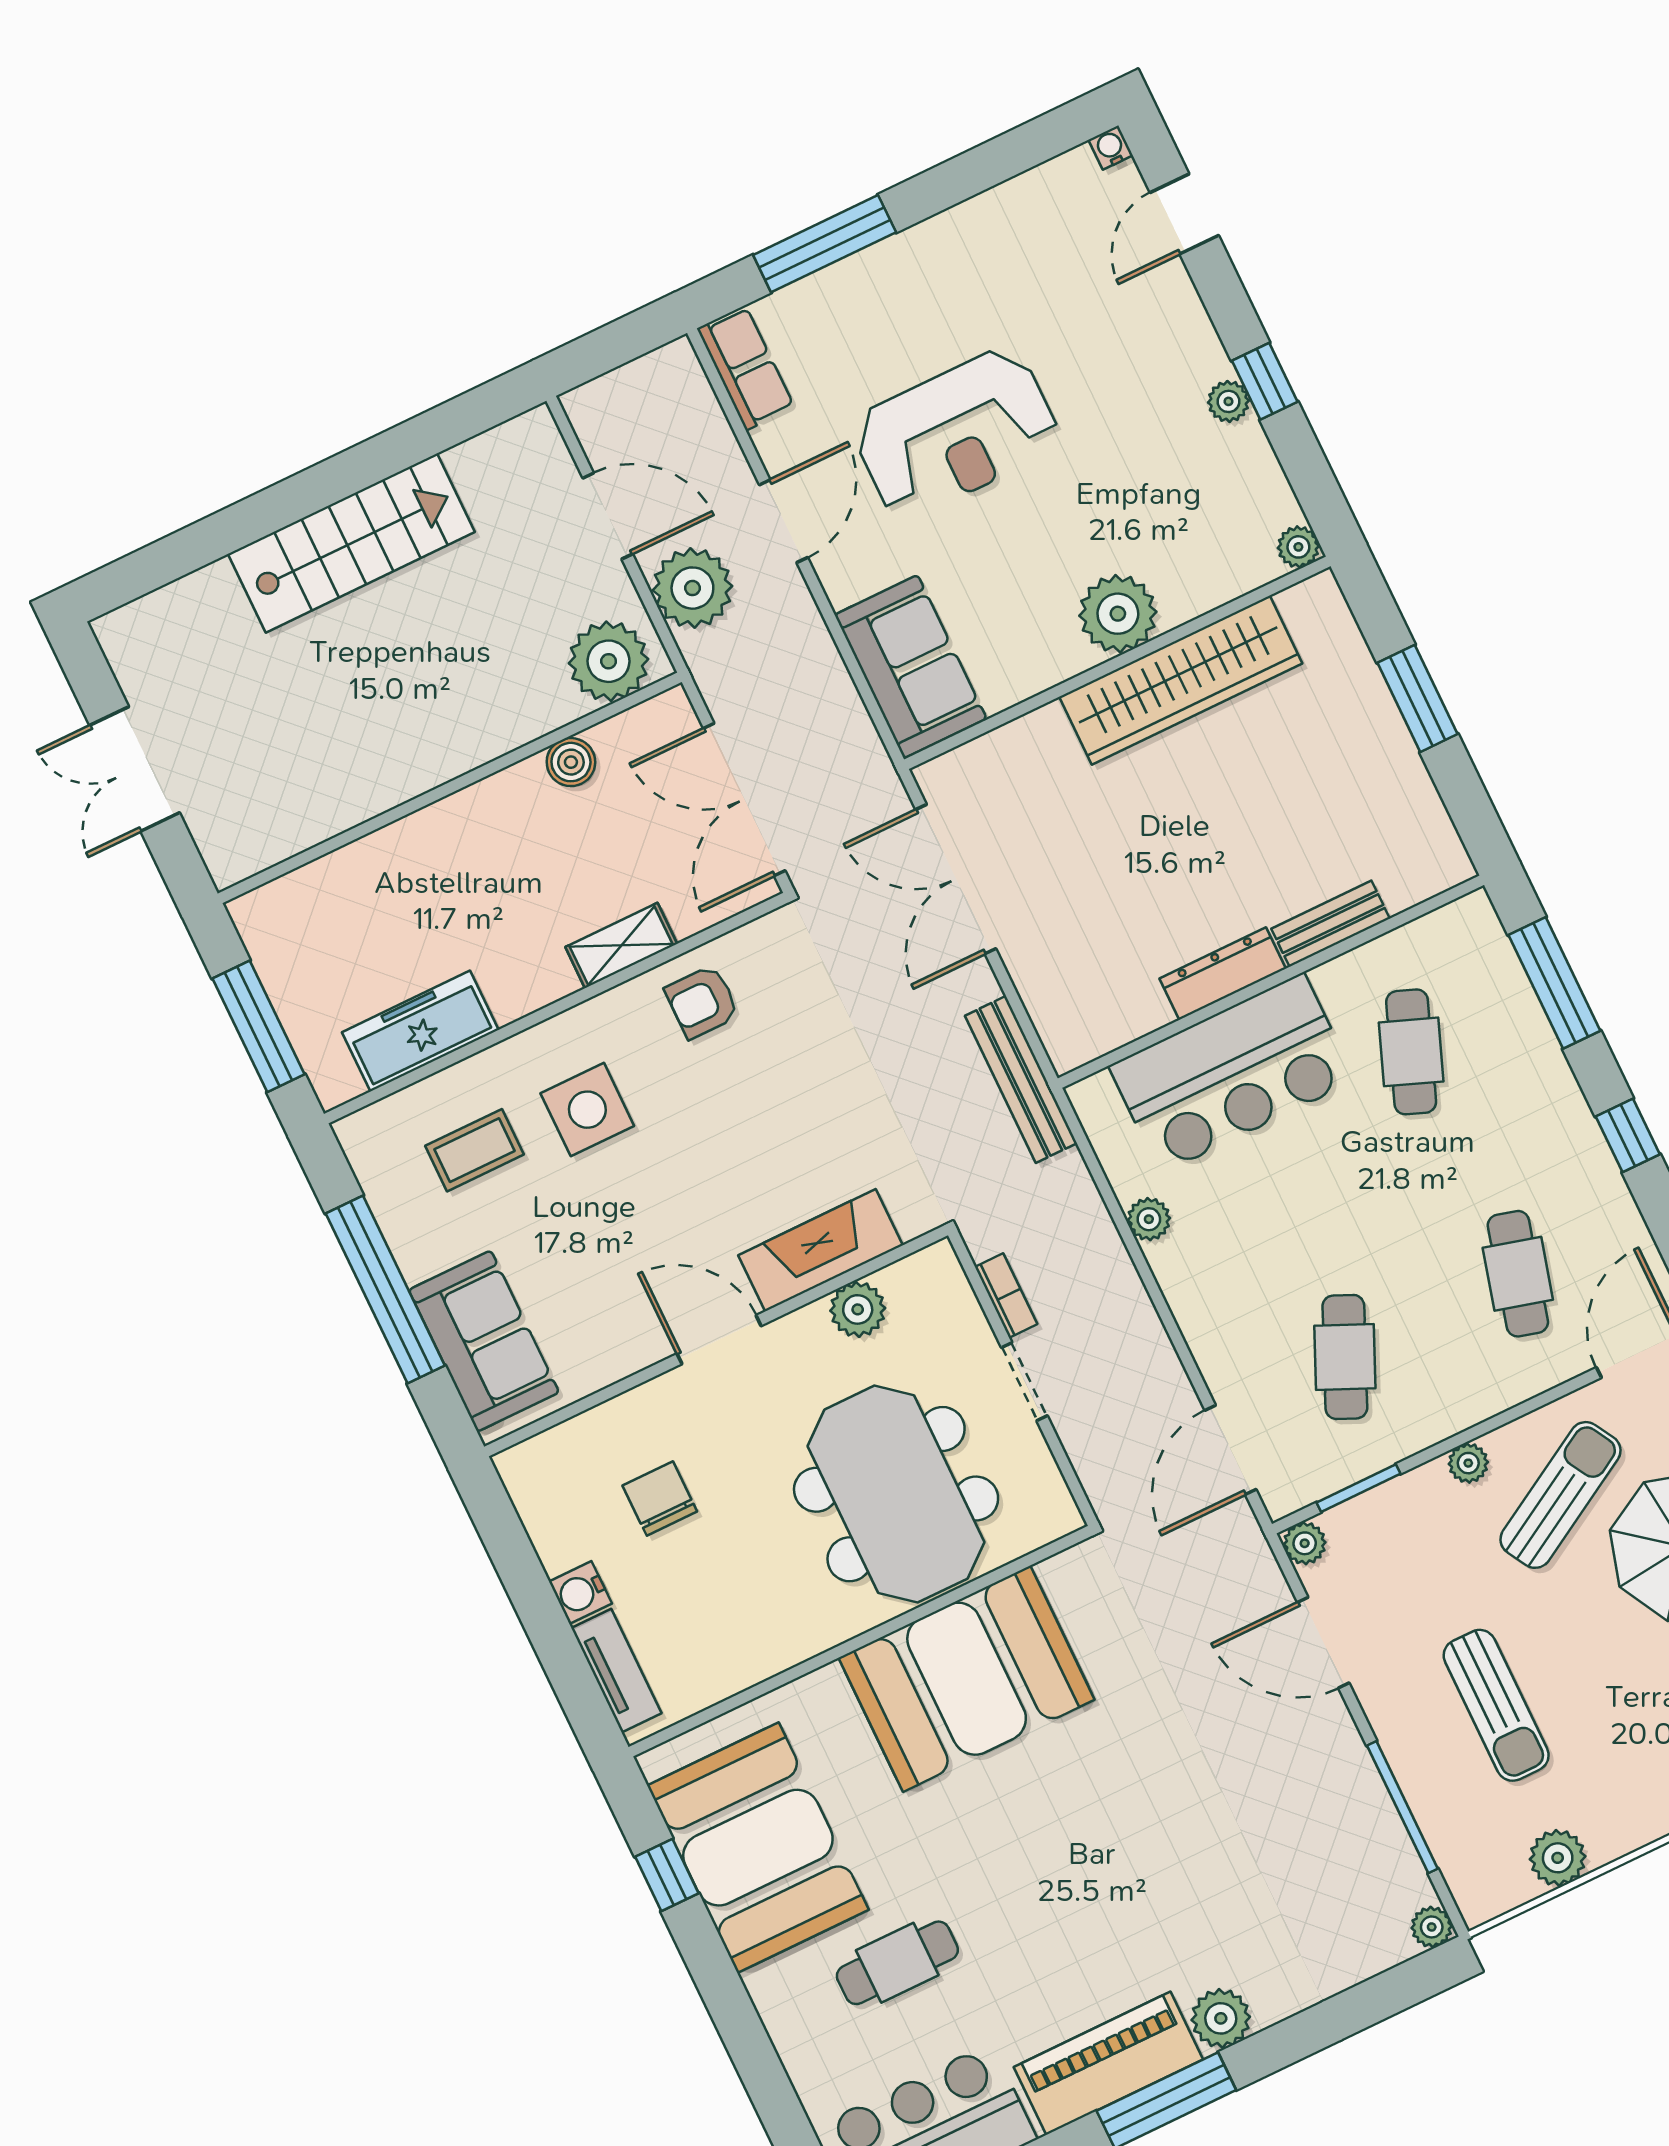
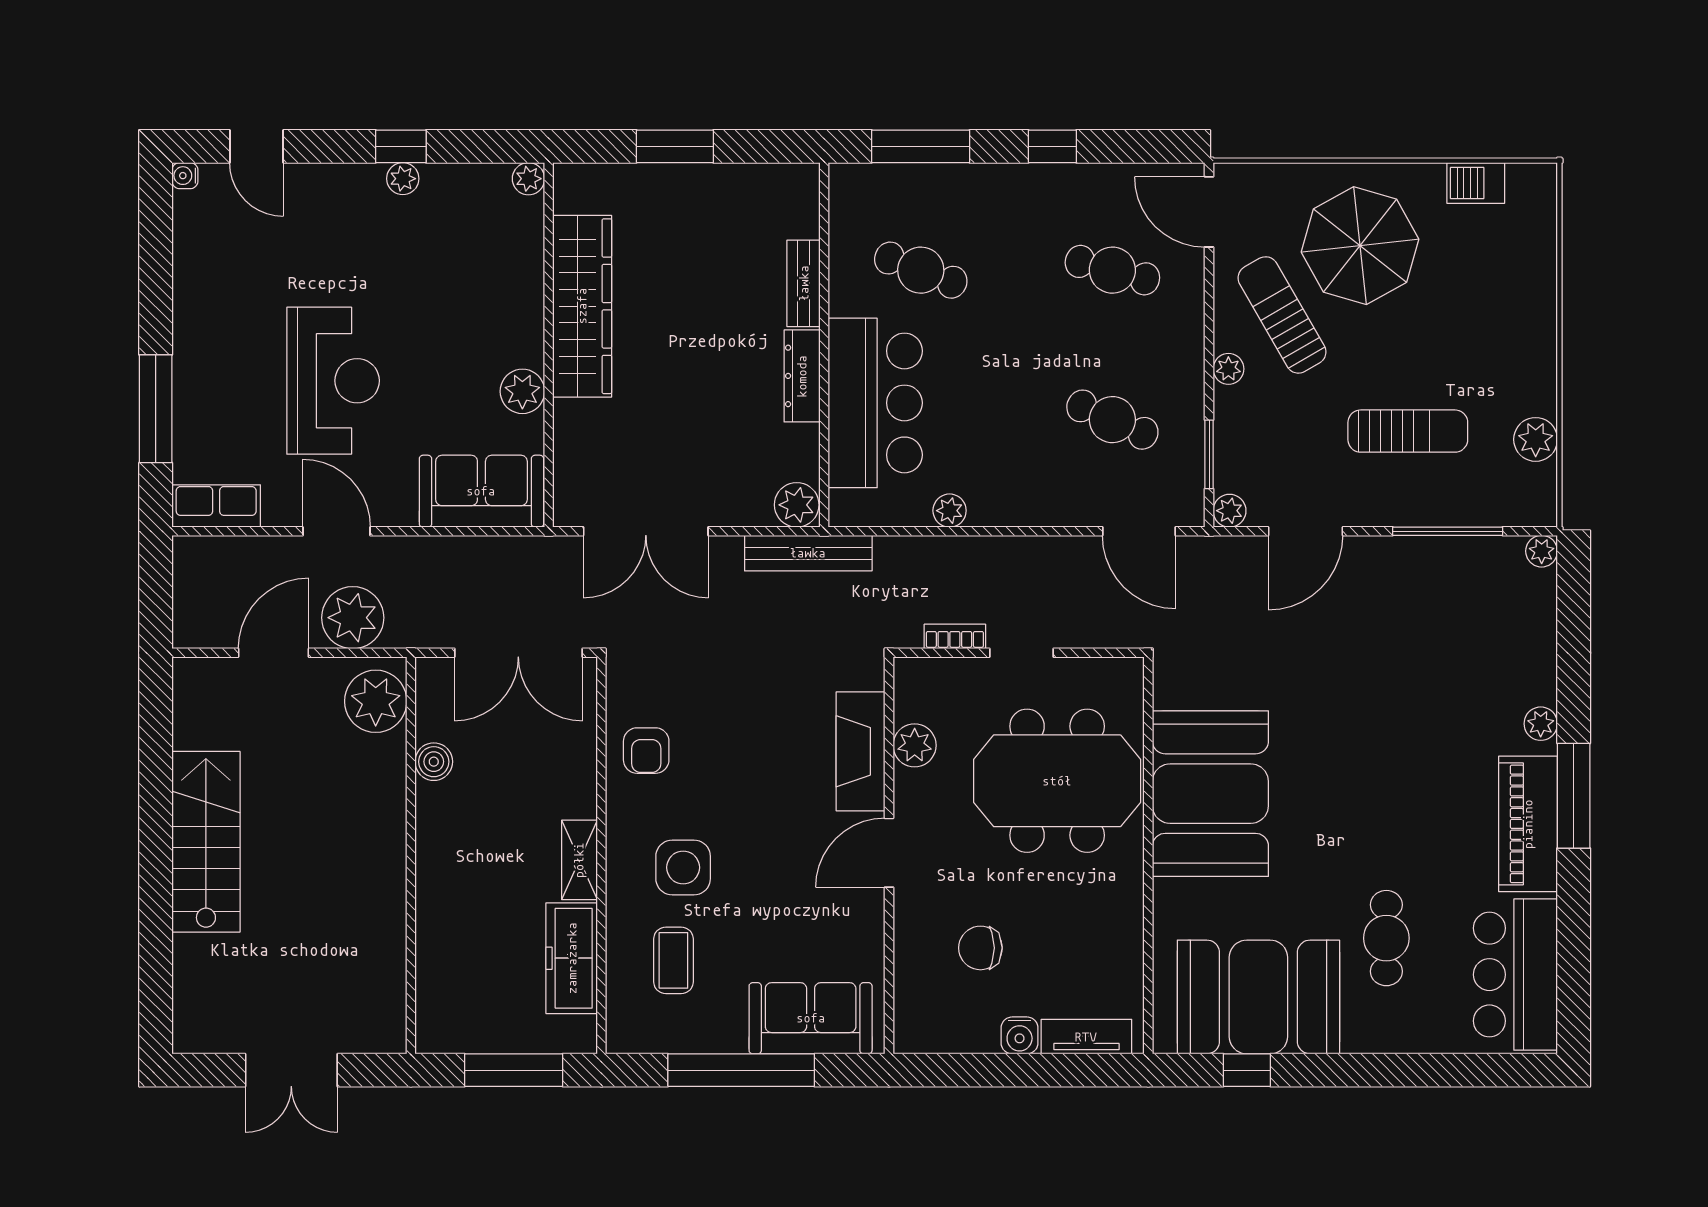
plant: (1118, 614) -> (522, 391), moved, width x0.73, depth x0.73
shelving: (621, 945) -> (579, 860), moved
plant: (1070, 1039) -> (797, 505), added
plant: (1221, 2018) -> (1541, 724), width x0.73, depth x0.73

